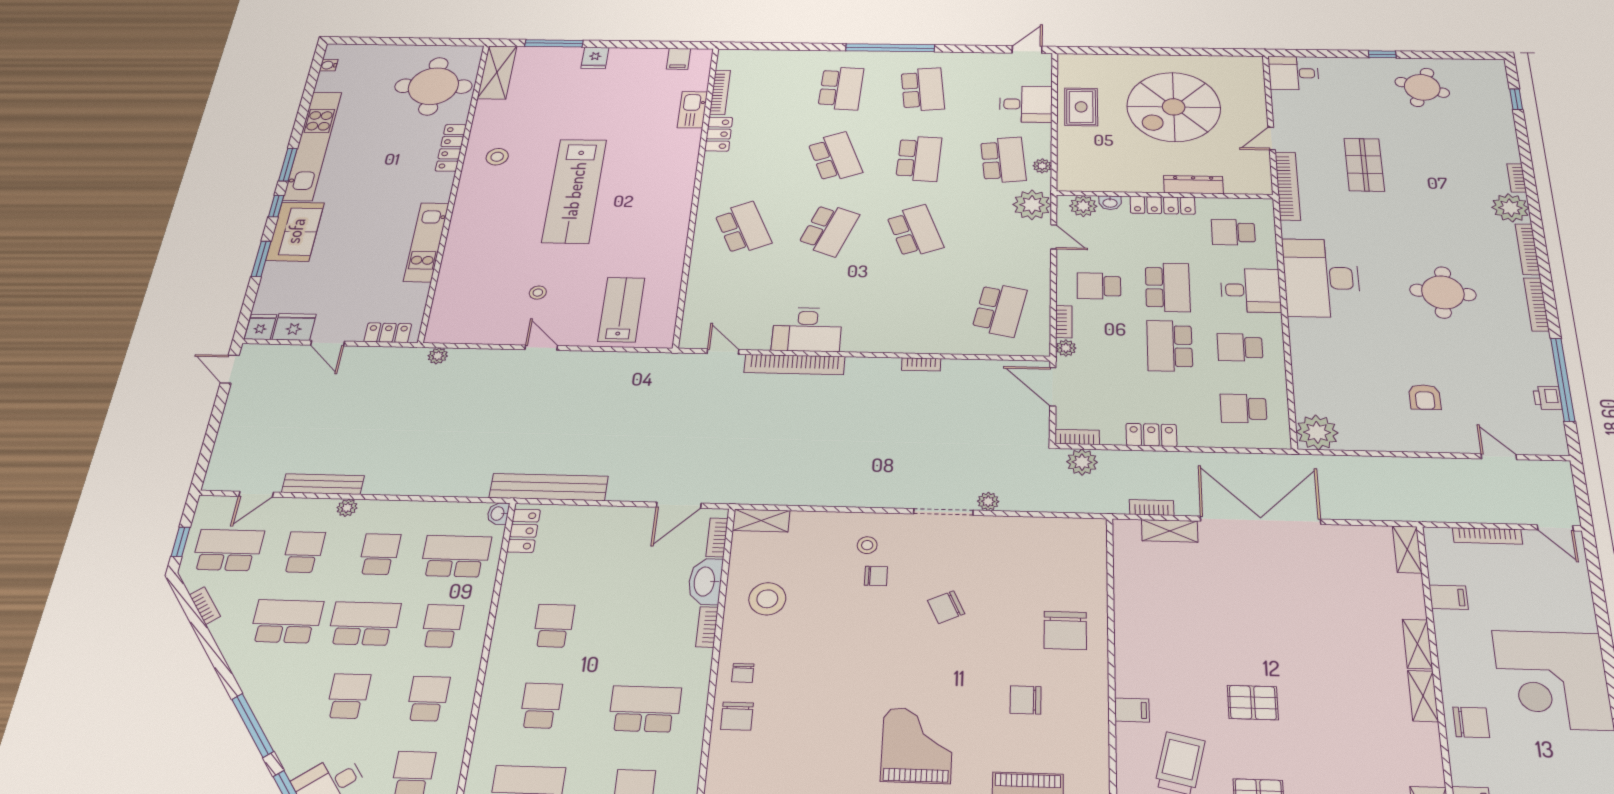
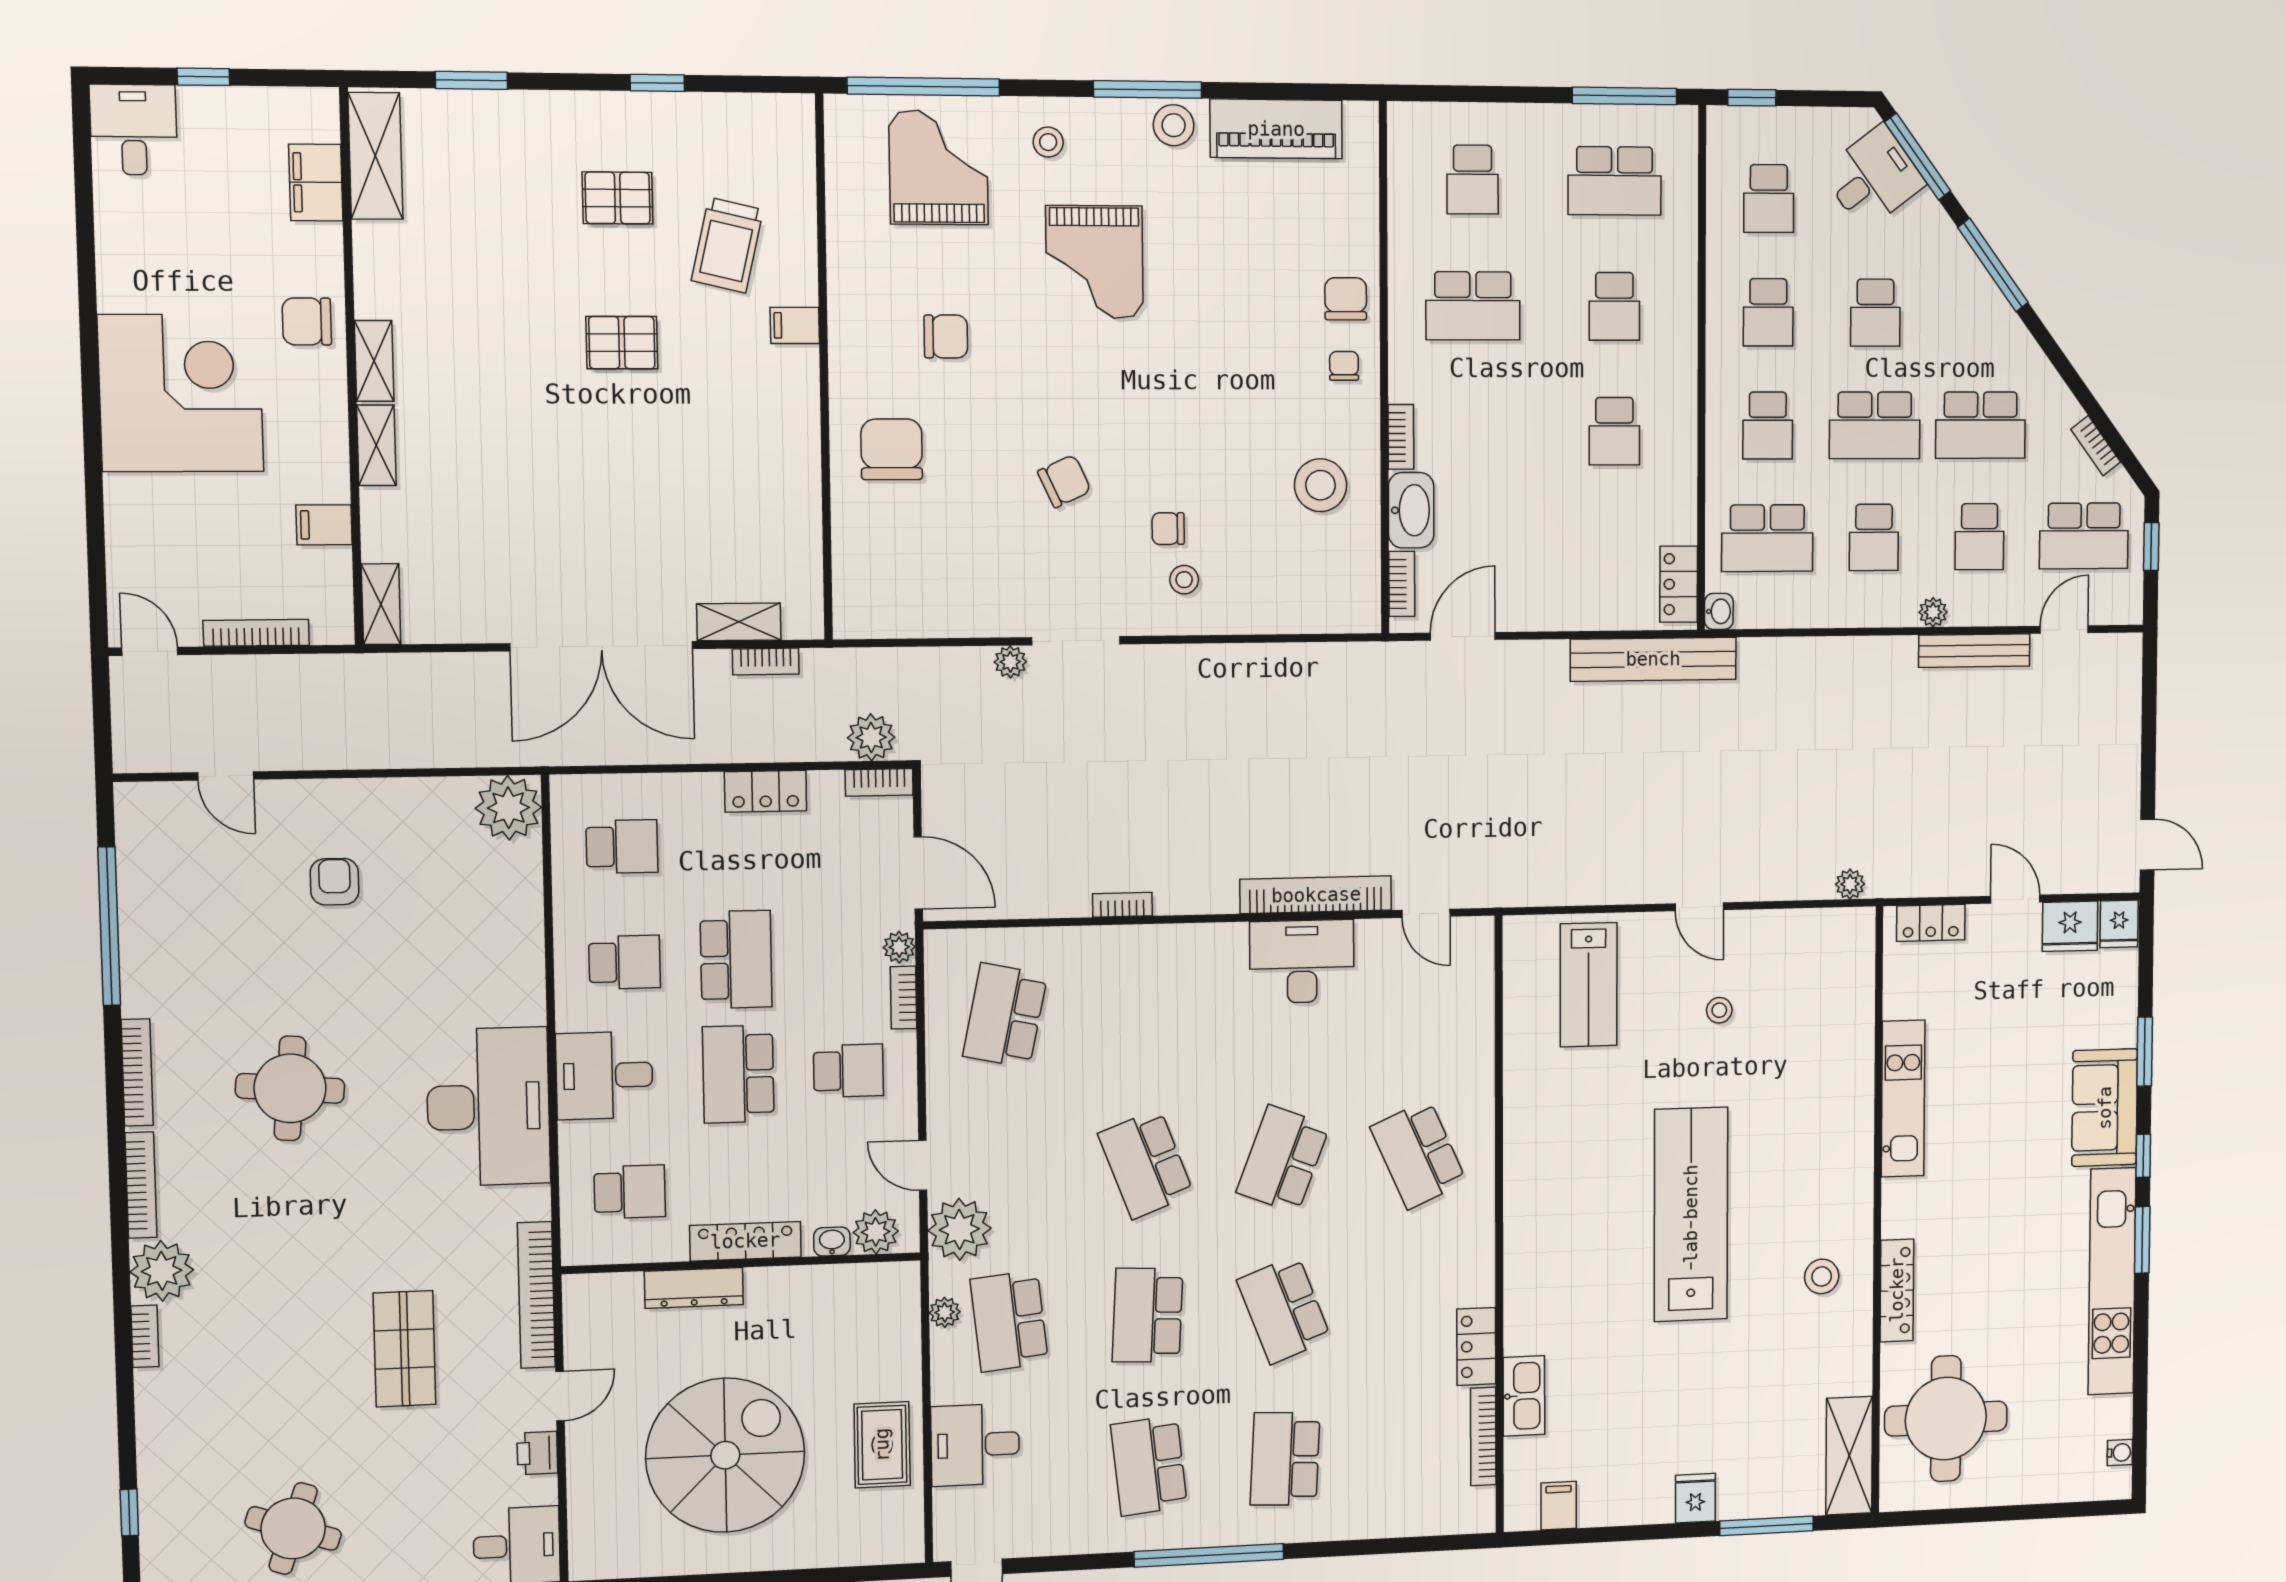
printer: (1547, 398) -> (537, 1453), moved, turned 180
shelving: (761, 520) -> (1341, 615), removed

